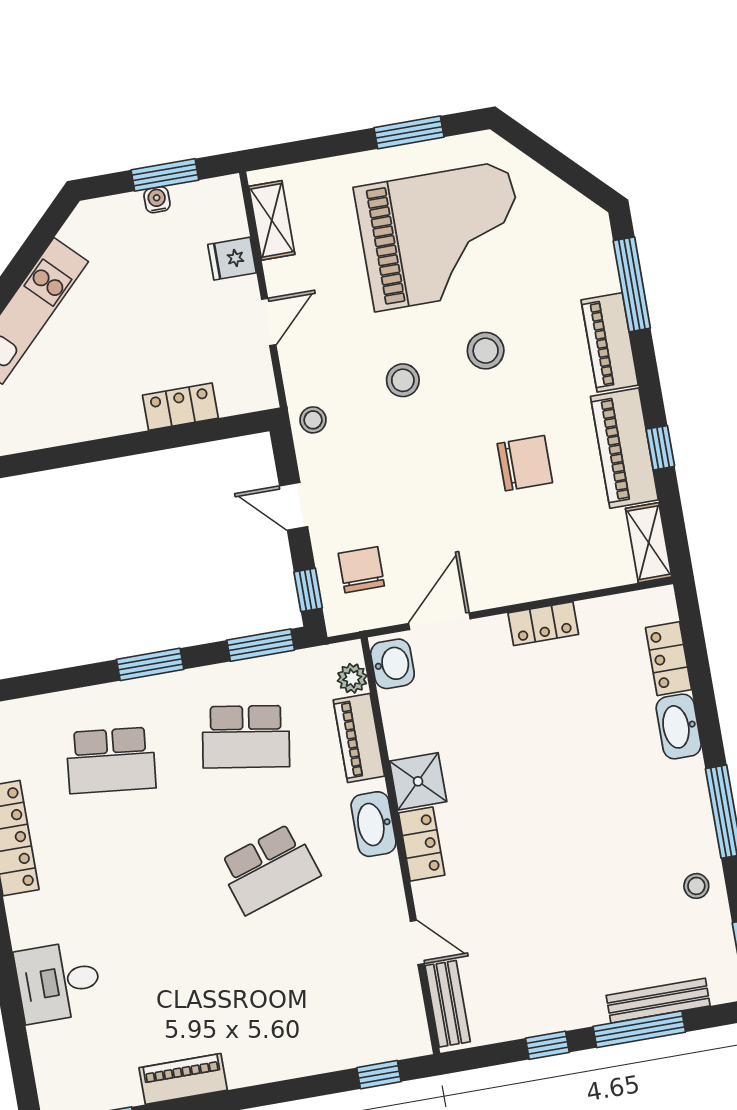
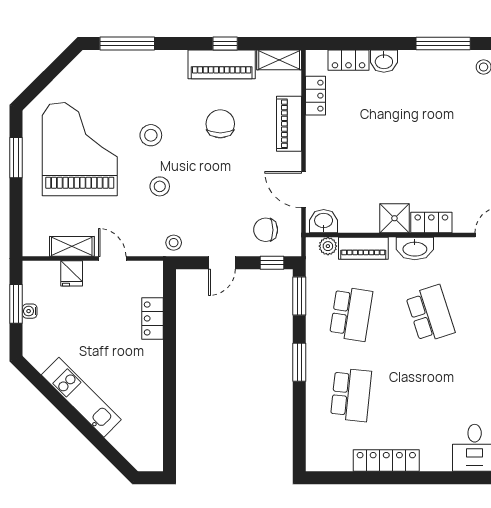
shelving: (272, 220) -> (72, 246), moved
piano: (610, 342) -> (289, 124), moved, turned 90
locker: (543, 624) -> (315, 96), moved
washbasin: (679, 726) -> (384, 61), width x0.72

